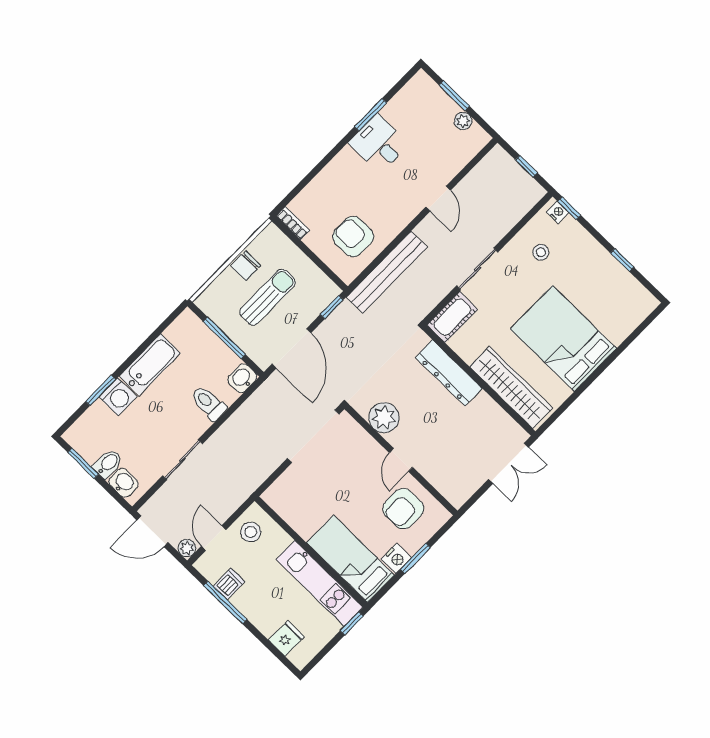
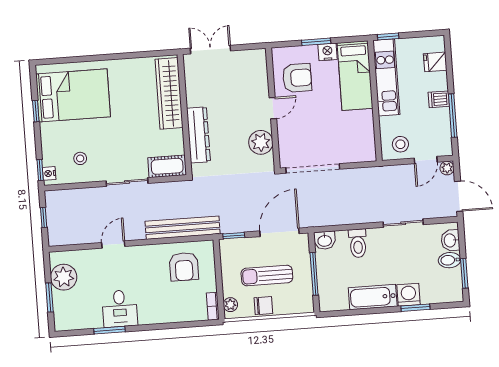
plant: (463, 121) -> (64, 277), width x1.88, depth x1.88
plant: (278, 239) -> (230, 305), added
bed: (563, 339) -> (73, 95), moved, turned -90
dishwasher: (229, 584) -> (439, 99), moved

